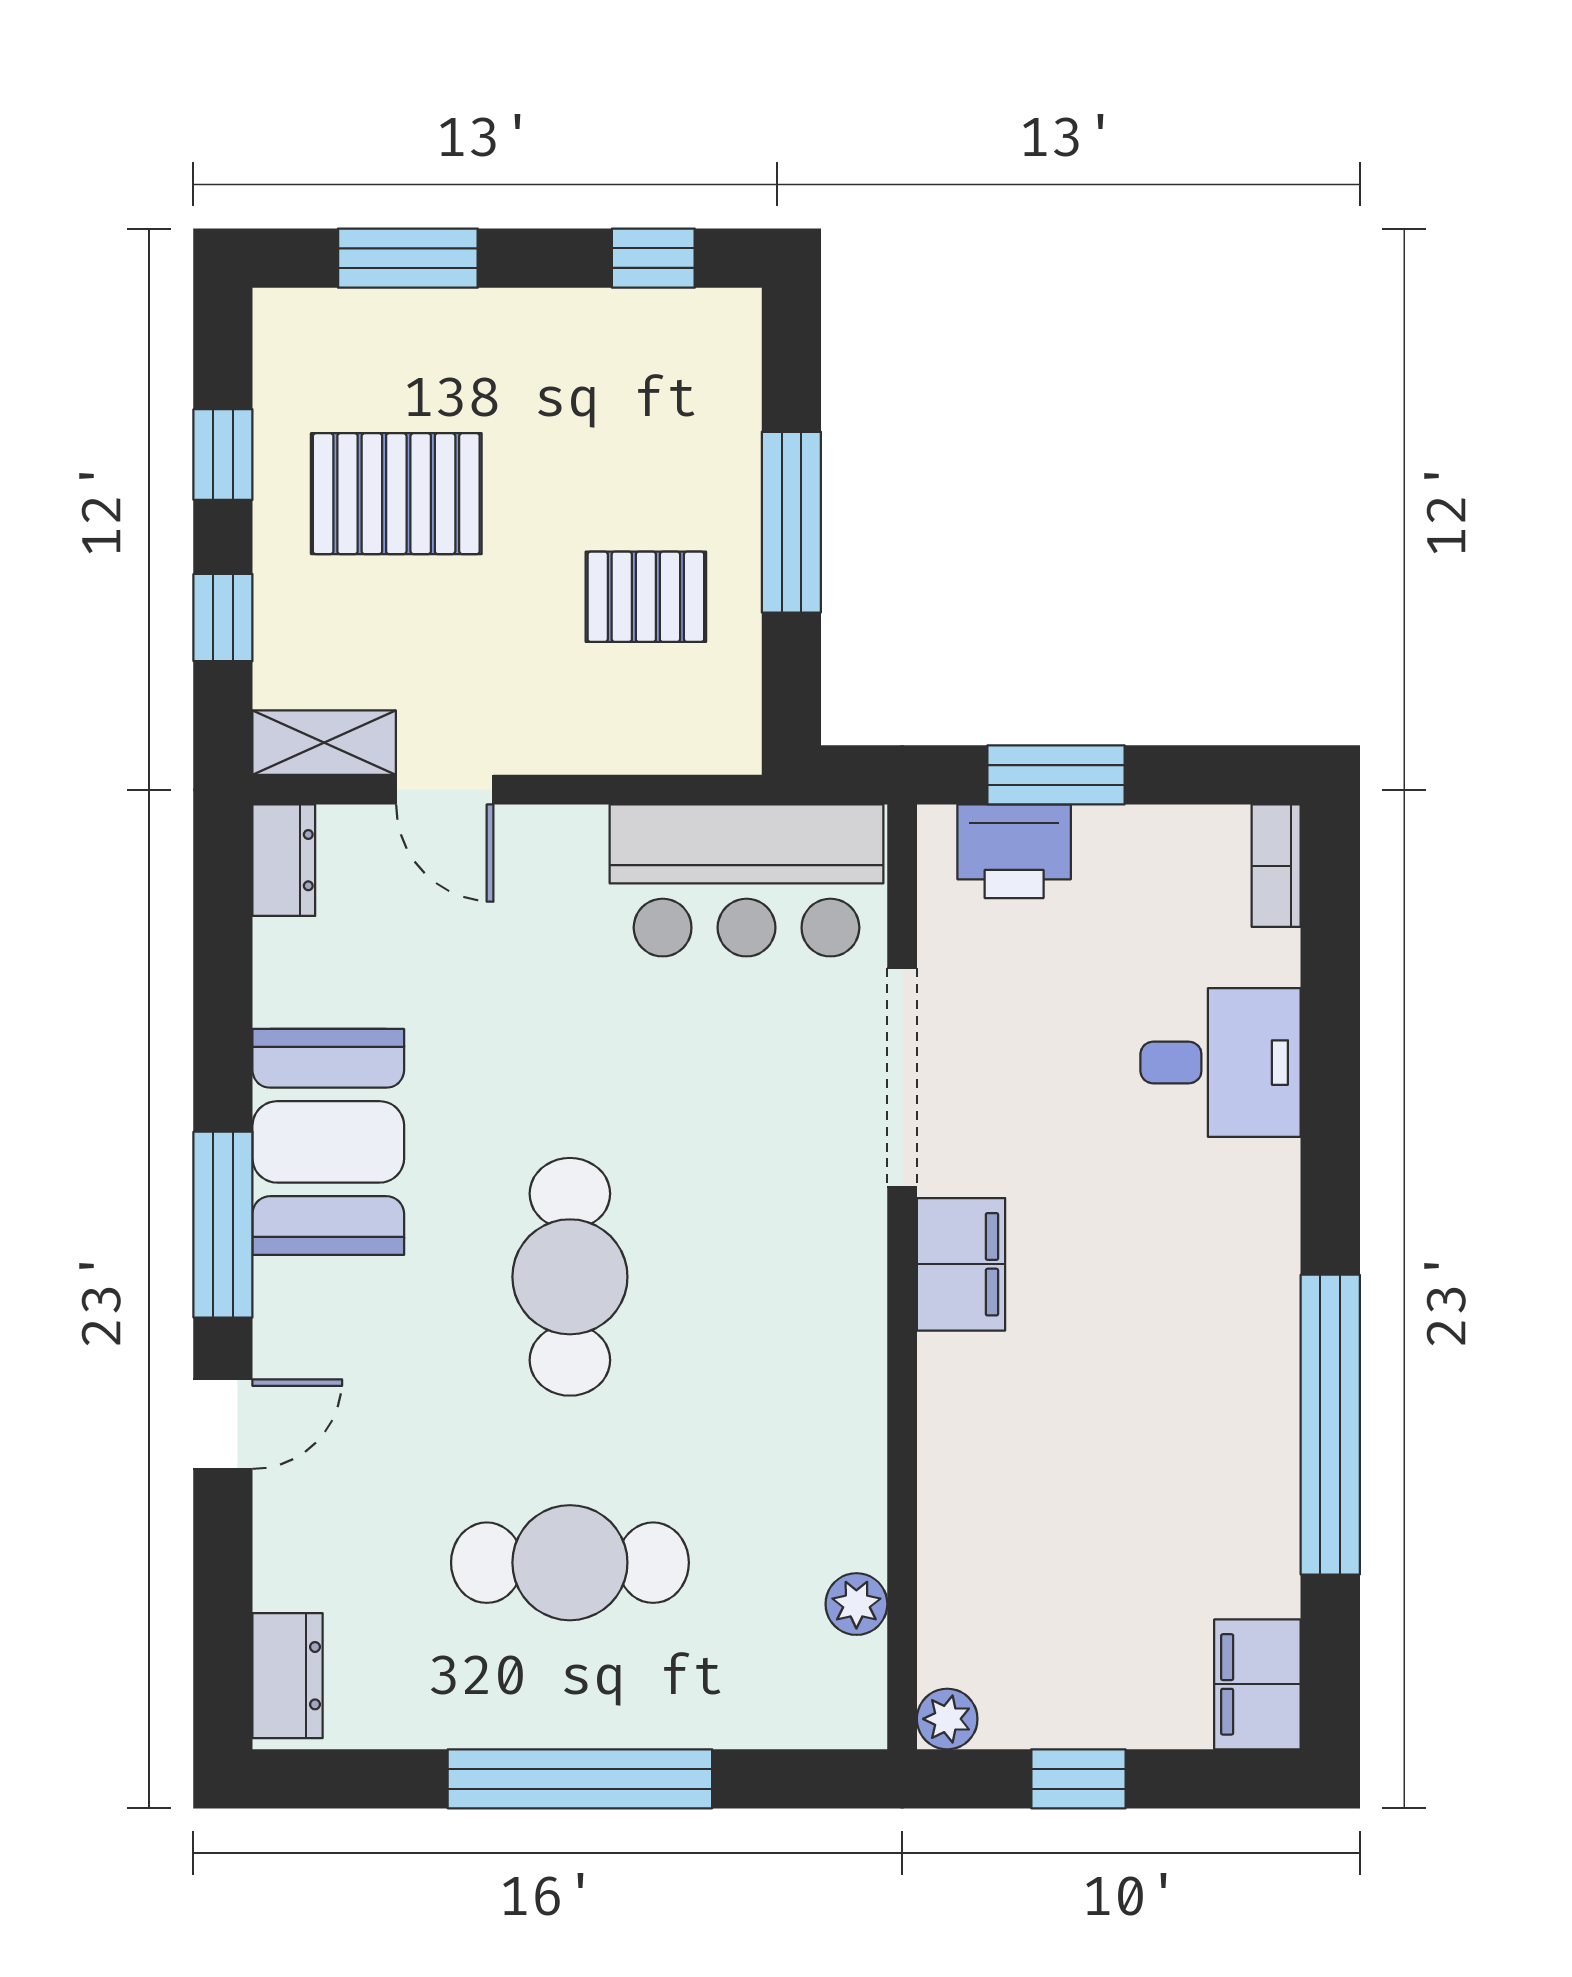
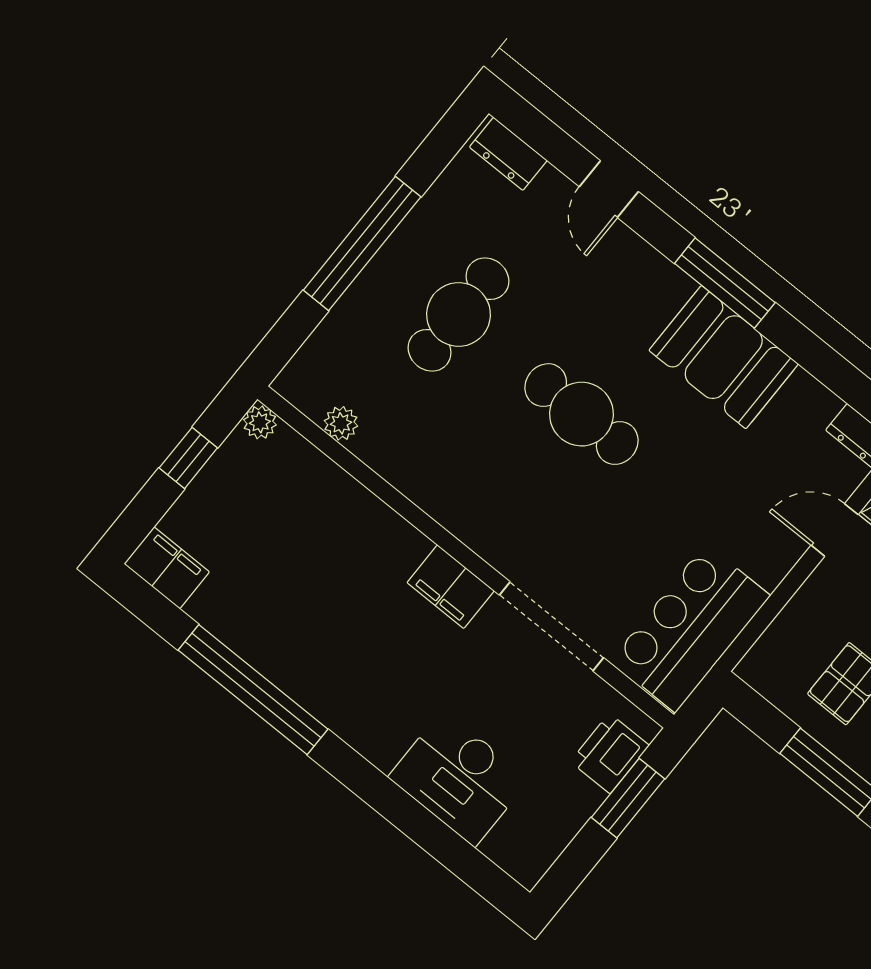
bookcase: (1276, 866) -> (512, 861), removed
desk: (1221, 1063) -> (459, 778), width x1.37
door: (223, 1424) -> (609, 189), moved

